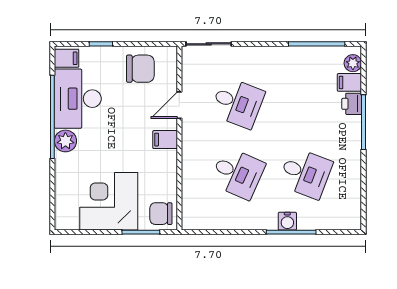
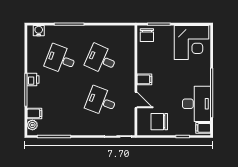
printer: (352, 104) -> (33, 79), moved
door: (179, 105) -> (136, 100), hinge flipped
plant: (65, 141) -> (204, 79), removed
corner desk: (109, 201) -> (192, 43), moved
chair: (161, 214) -> (147, 35), turned 90
water cooler: (287, 221) -> (39, 31), moved

